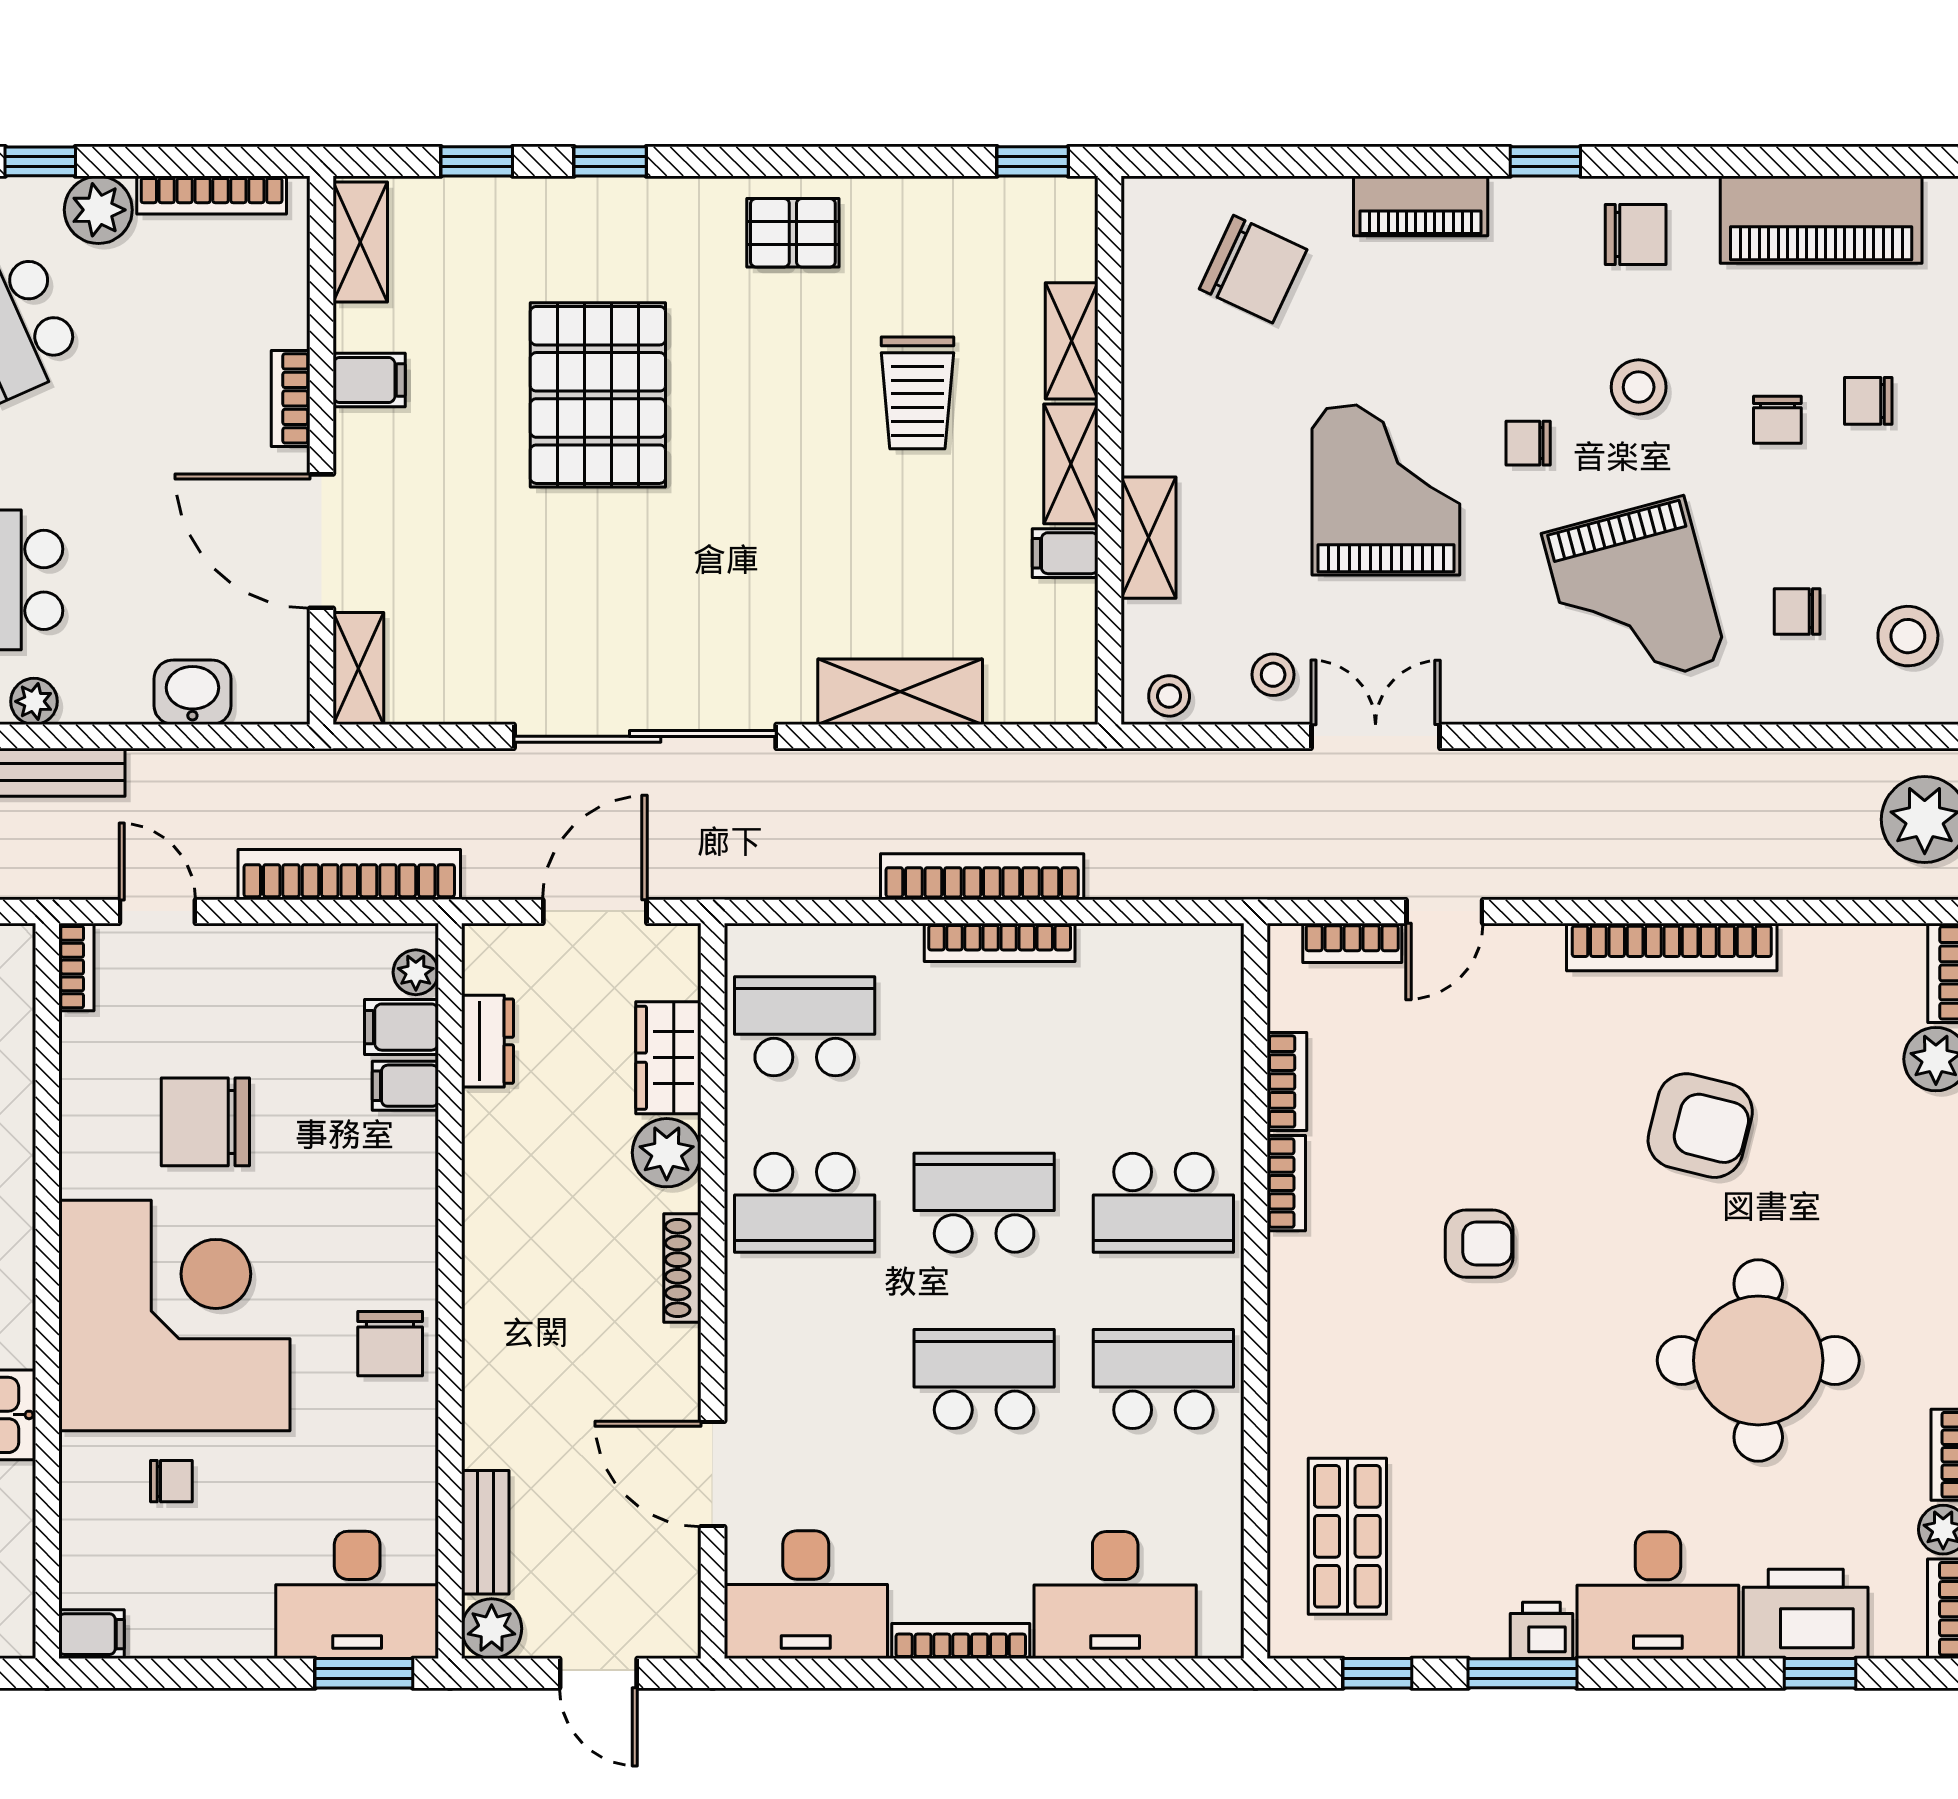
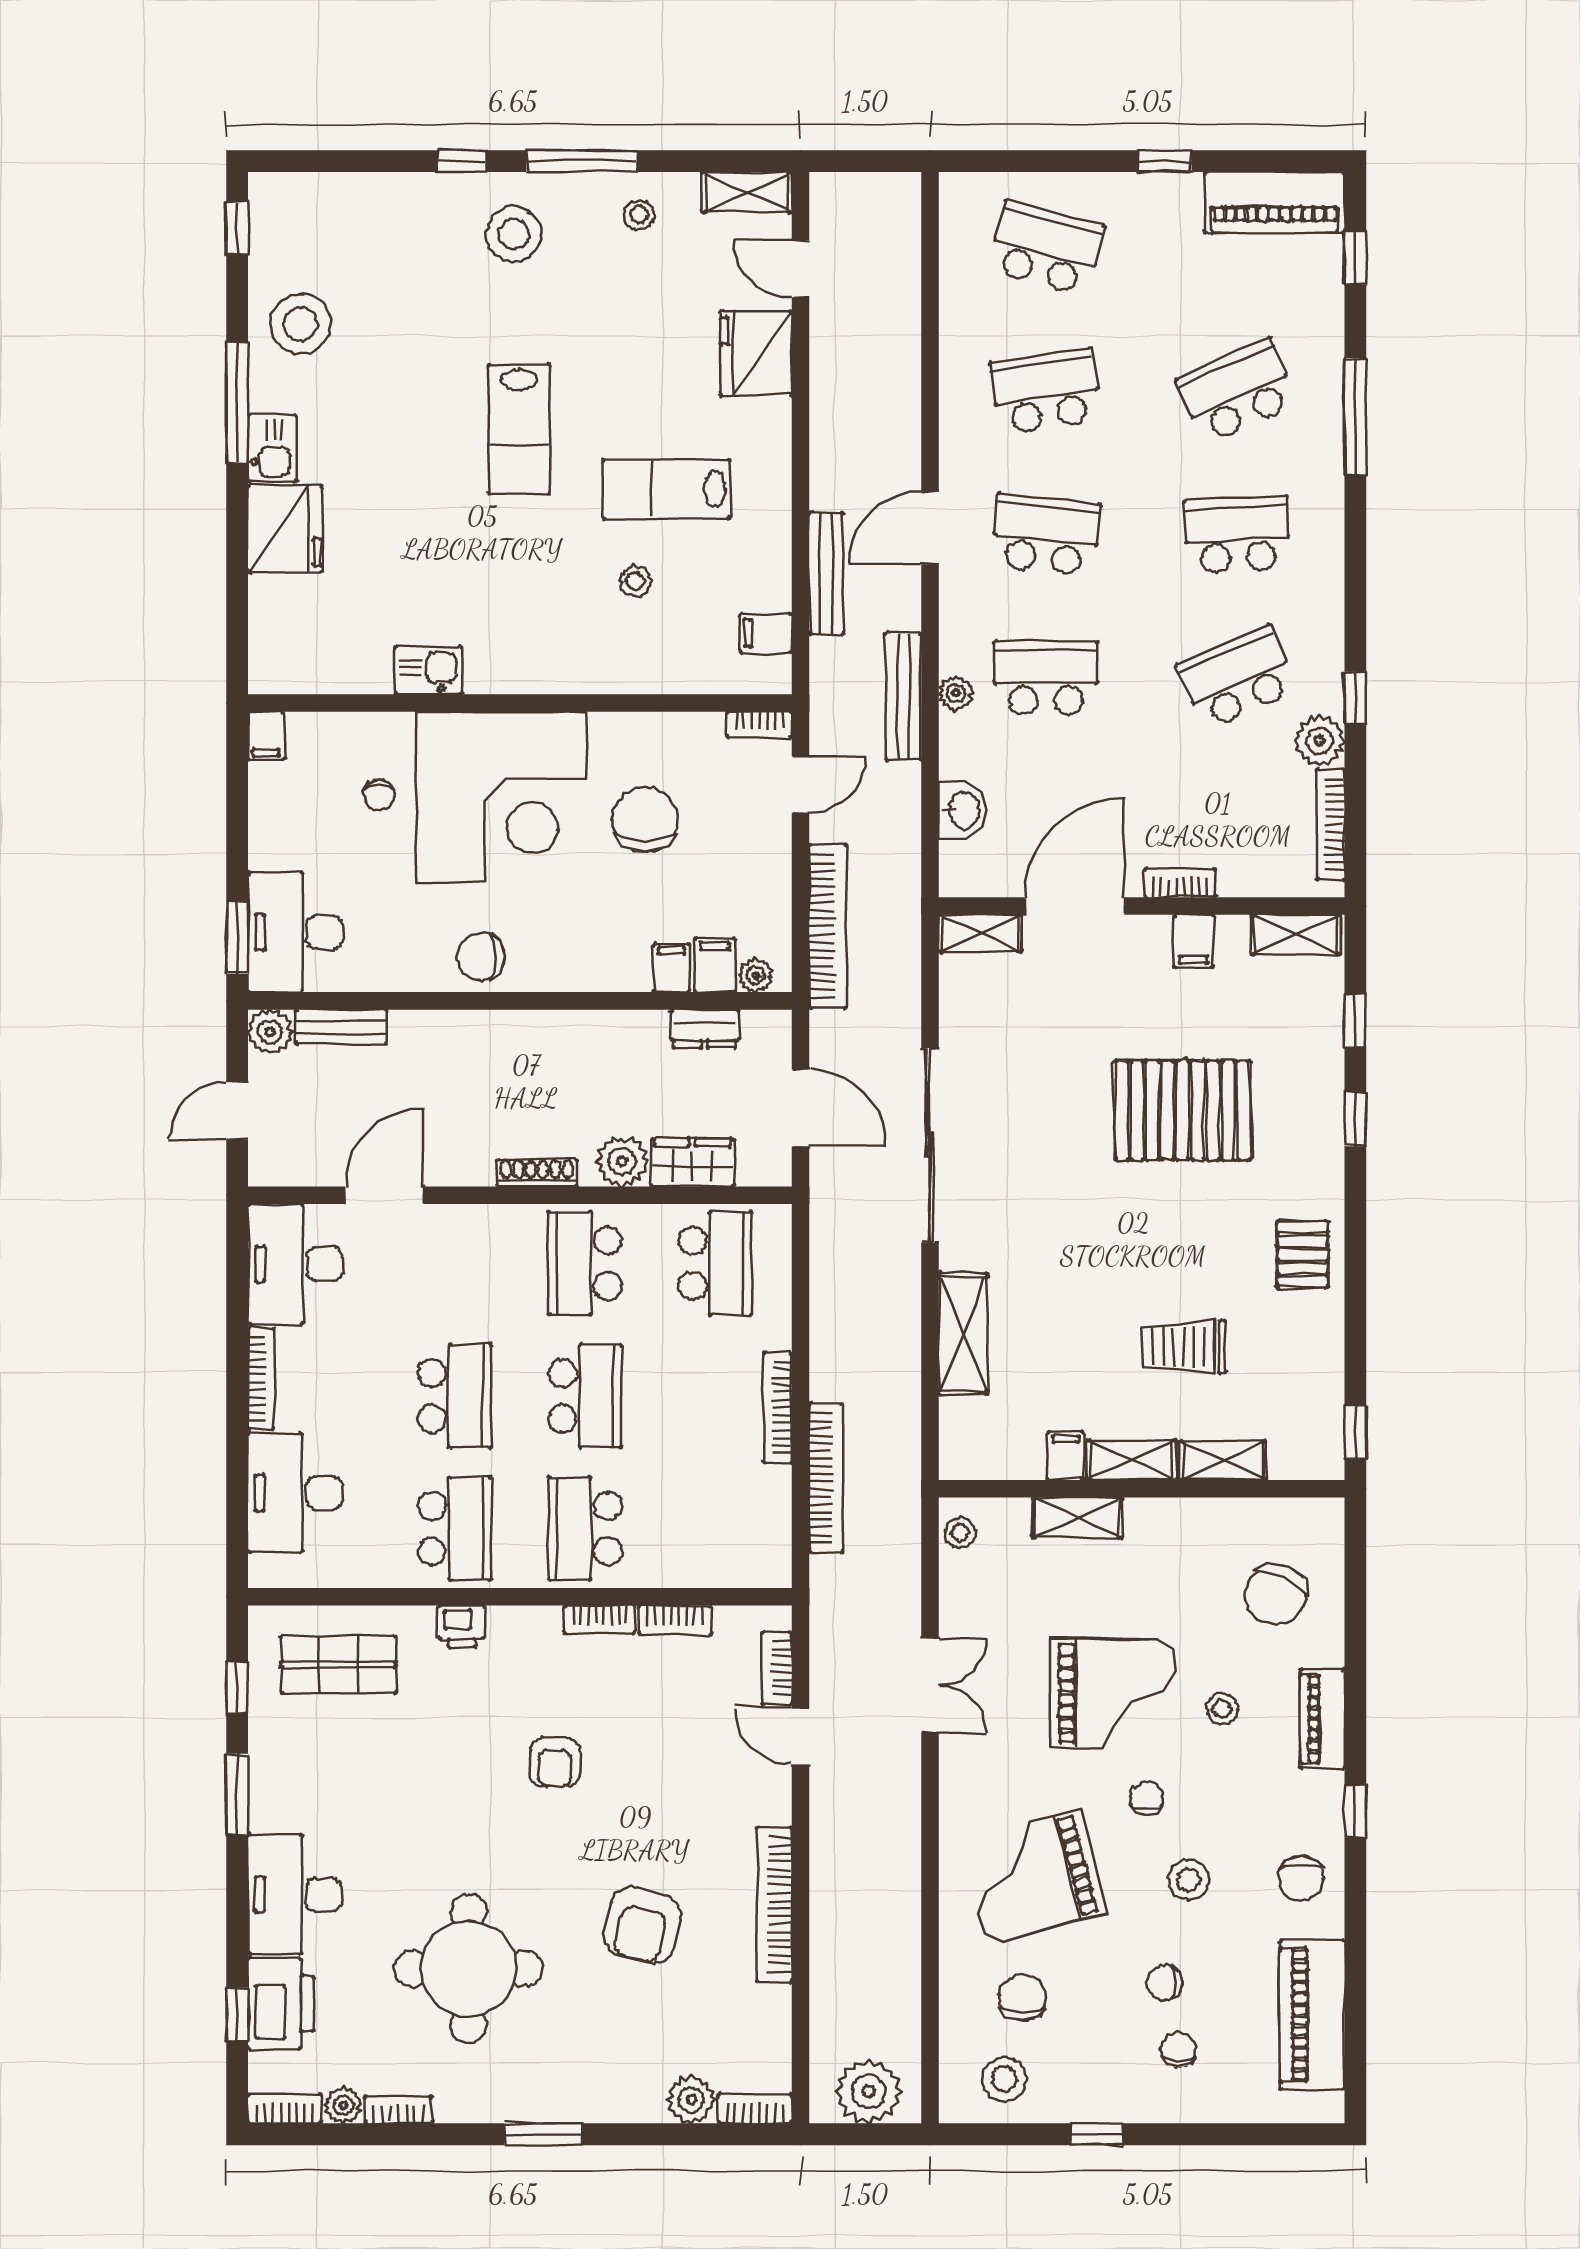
chair: (1797, 611) -> (1022, 1997), width x1.37, depth x1.37
stool: (1273, 675) -> (1222, 1709), moved
bookcase: (982, 877) -> (826, 1478), moved
printer: (1541, 1630) -> (462, 1626), moved, turned 90

